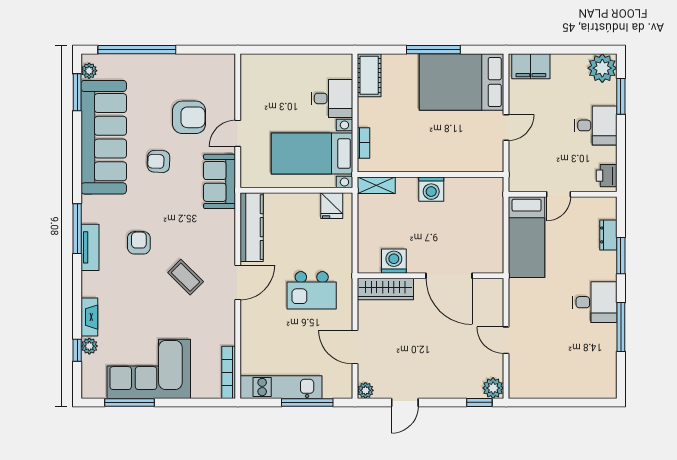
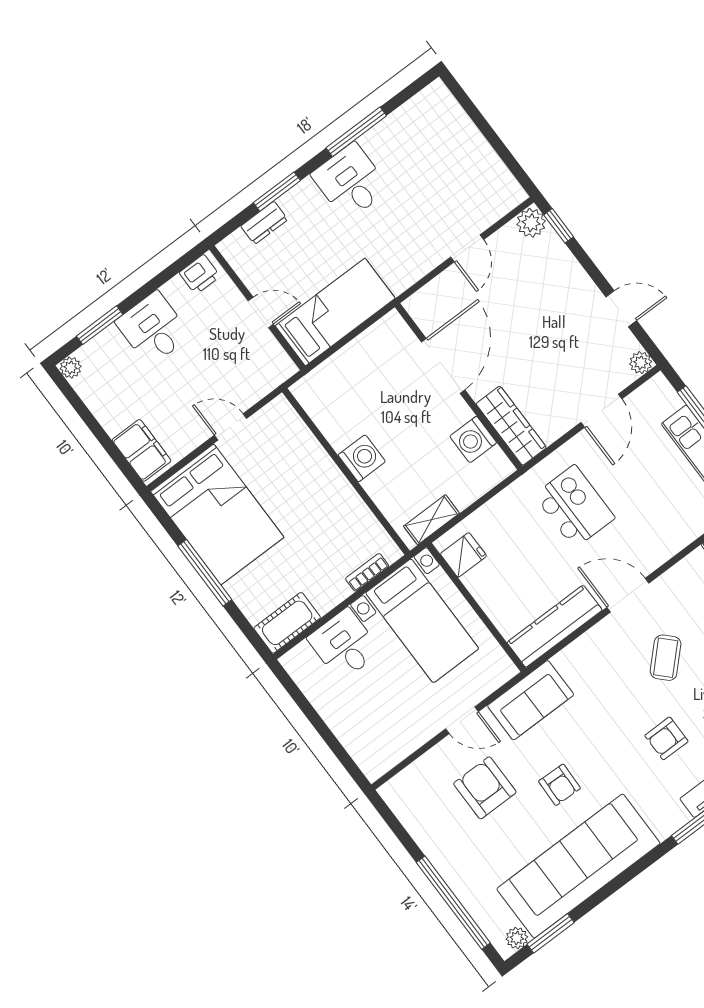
plant: (602, 68) -> (71, 368), width x0.53, depth x0.53
shelving: (376, 185) -> (432, 520), moved, turned 90

